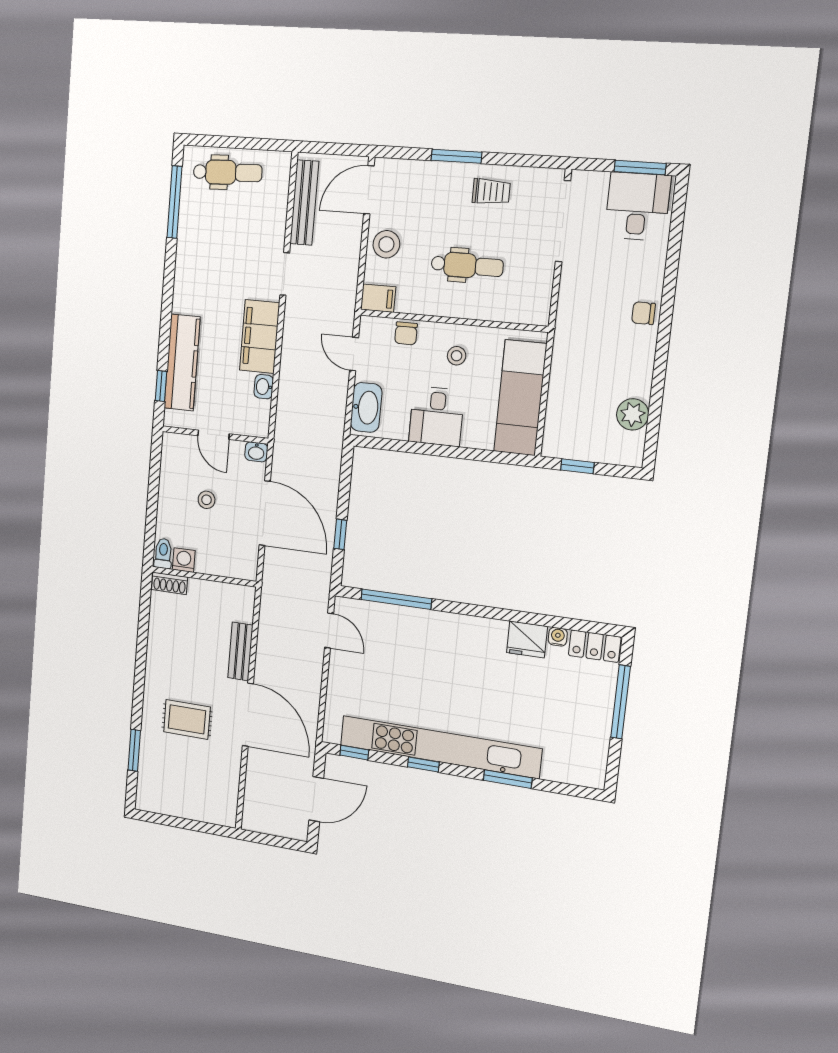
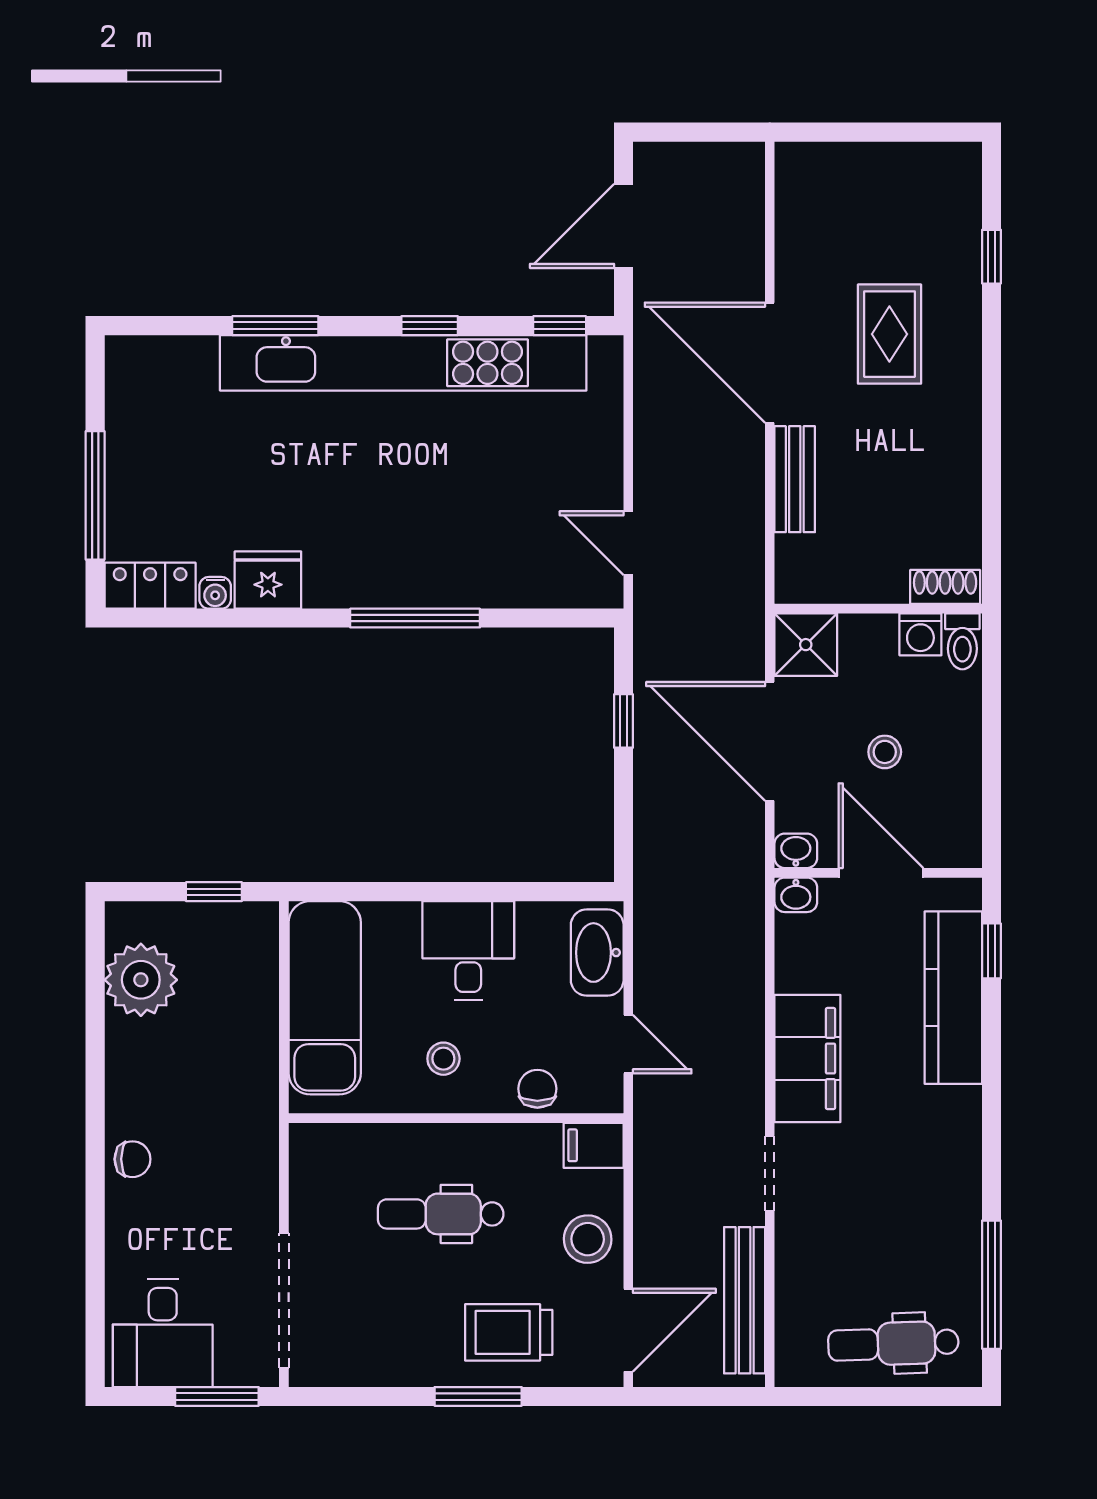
window: (640, 168) -> (217, 1396), moved
trolley: (491, 192) -> (509, 1332), moved, width x1.36, depth x1.39
washbasin: (264, 387) -> (796, 895), moved, turned 90
plant: (633, 414) -> (141, 980), width x1.36, depth x1.36
door: (214, 435) -> (881, 873), width x1.38
shower: (242, 563) -> (806, 645), added
window: (396, 599) -> (415, 618), moved
rug: (187, 719) -> (889, 334), turned 90
window: (134, 750) -> (991, 257), width x0.67

